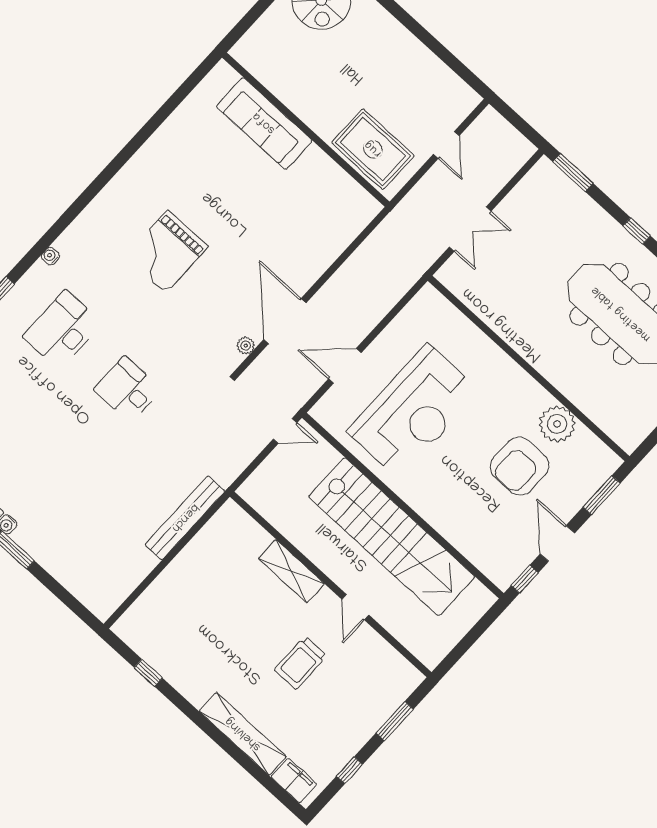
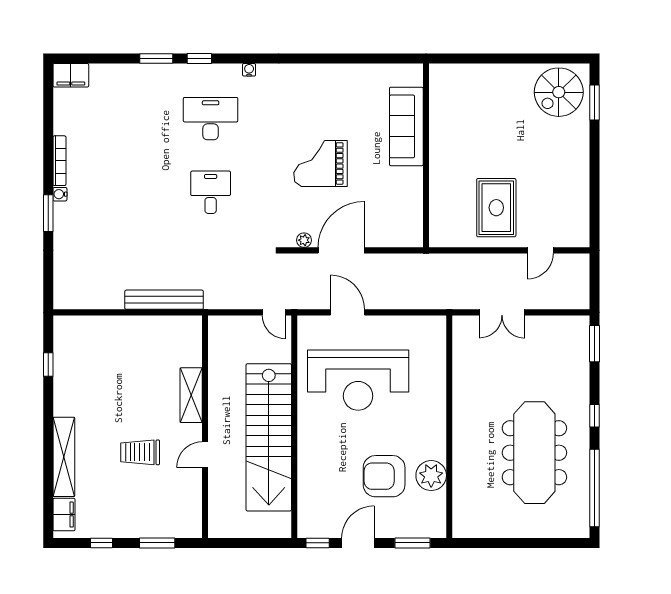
sofa: (264, 123) -> (406, 126), moved
wall: (306, 130) -> (426, 155), moved
grand piano: (167, 252) -> (320, 163), moved

